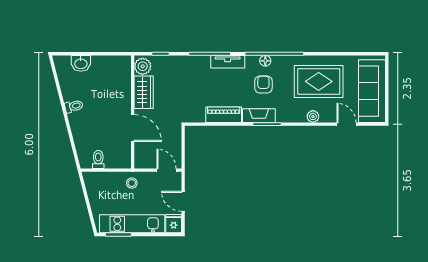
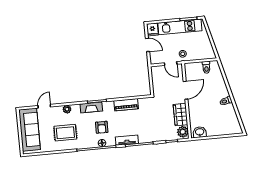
washbasin: (81, 63) -> (200, 132), moved
rug: (319, 81) -> (65, 133), width x0.73, depth x0.70
fireplace: (259, 116) -> (91, 107), moved
door: (346, 124) -> (44, 106), swing flipped
door: (133, 128) -> (186, 90), swing flipped
door: (167, 170) -> (171, 64), moved

